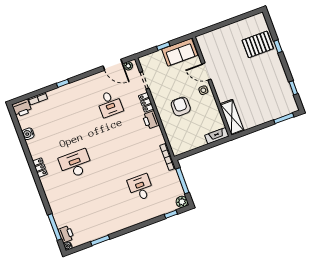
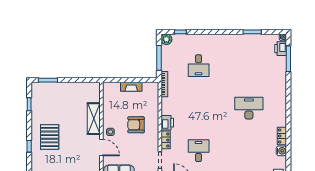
pallet: (258, 44) -> (50, 137), moved, turned 90
armchair: (181, 106) -> (136, 125), turned 90
shelving: (232, 117) -> (94, 119), moved
fireplace: (217, 136) -> (131, 87), moved
desk: (76, 164) -> (249, 108), turned 180
locker: (40, 168) -> (282, 136), moved

